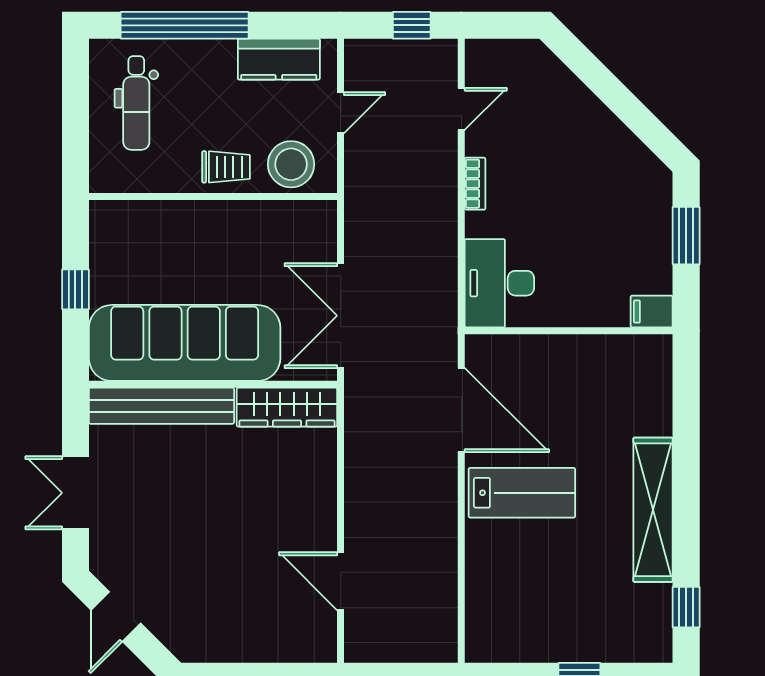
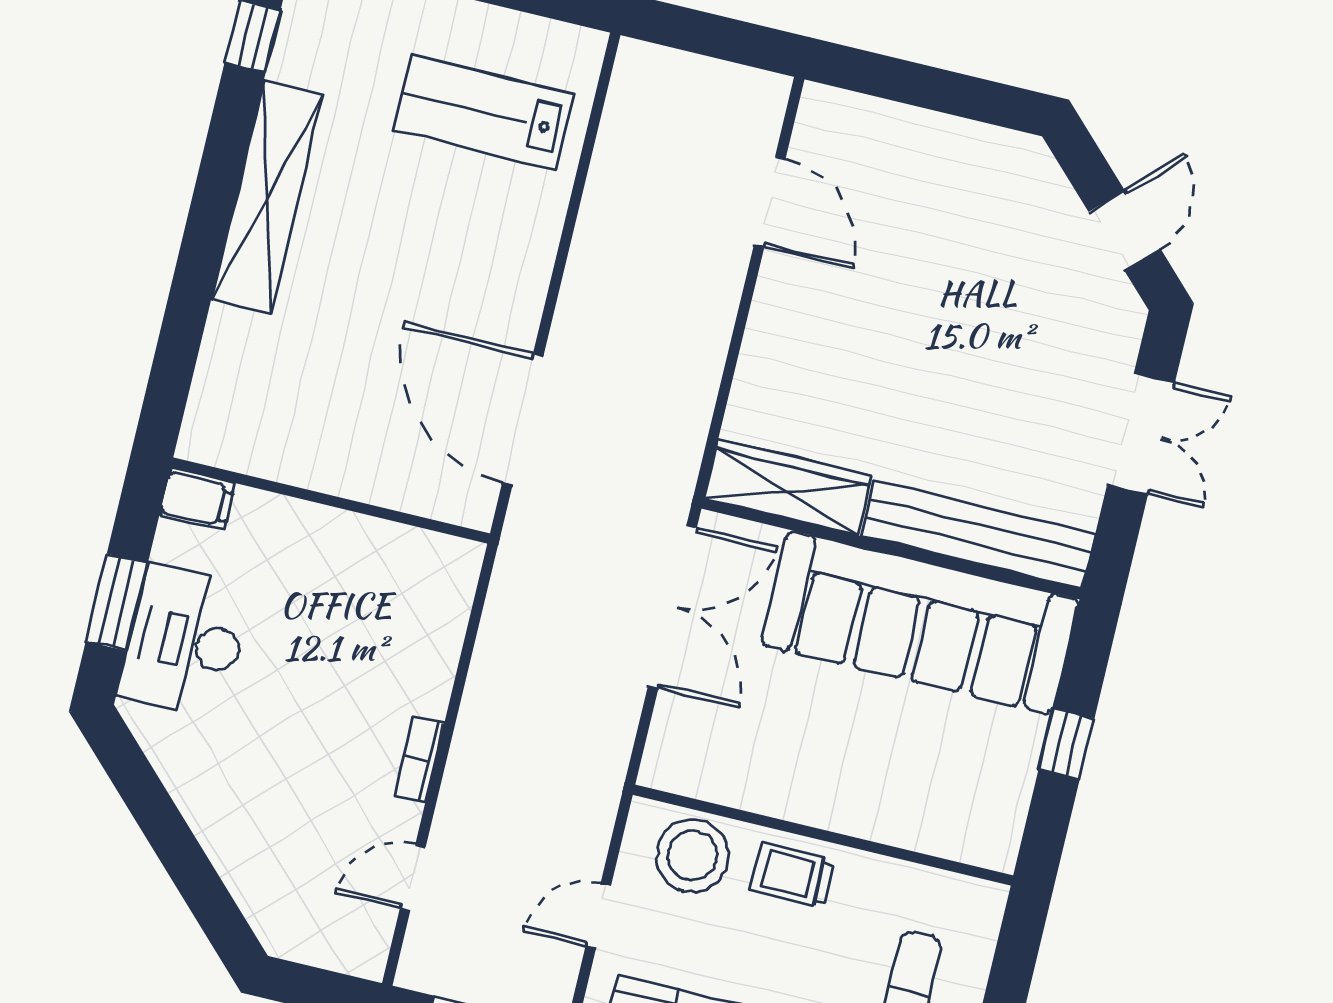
desk: (499, 283) -> (185, 641), moved, turned 180
lab bench: (522, 493) -> (484, 112), moved

